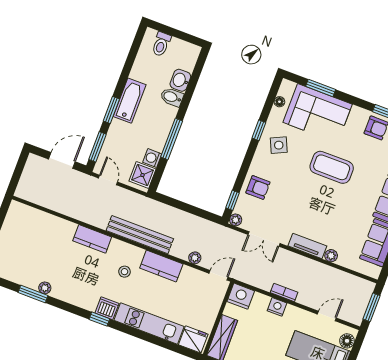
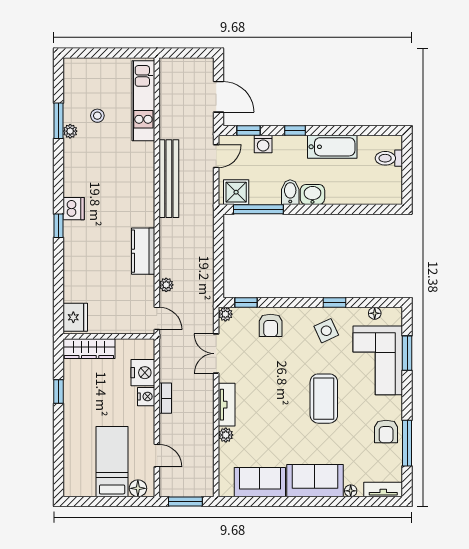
washbasin: (180, 80) -> (312, 195), moved
bidet: (172, 97) -> (290, 192), moved
bathtub: (130, 101) -> (332, 147), moved
window: (111, 110) -> (295, 131), width x0.67
window: (172, 139) -> (258, 209), moved
window: (97, 147) -> (248, 131), width x0.67
washing machine: (152, 158) -> (263, 144), moved, turned 180
bench: (140, 235) -> (169, 179), moved
kitchen counter: (92, 239) -> (144, 163), removed
stool: (125, 272) -> (97, 116), moved
nightstand: (241, 296) -> (143, 373), moved
window: (99, 319) -> (58, 226), moved
kitchen unit: (149, 323) -> (143, 101), moved, turned 180

